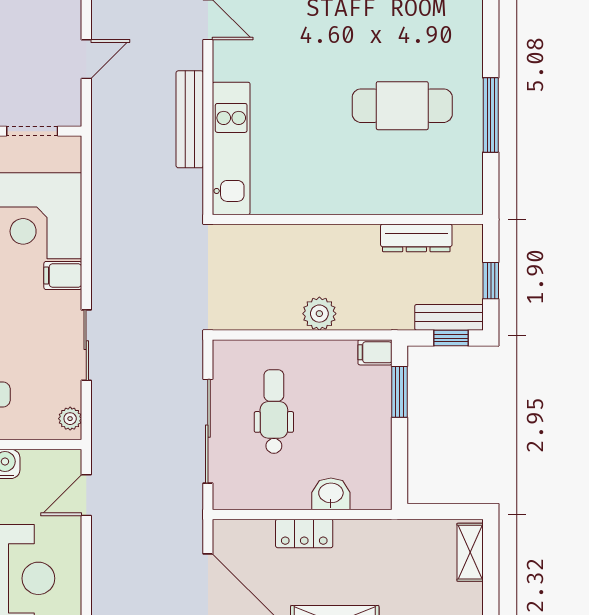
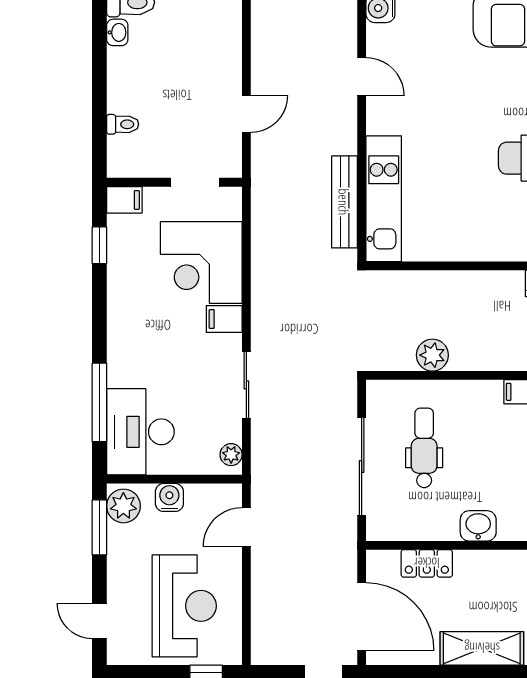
bench: (190, 119) -> (344, 202), moved
plant: (319, 314) -> (432, 355), moved
locker: (304, 533) -> (427, 563), moved

